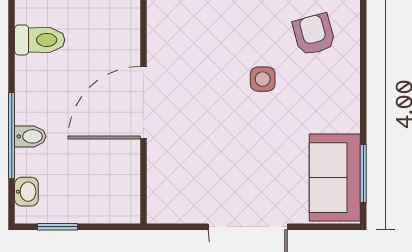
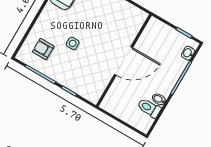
armchair: (314, 34) -> (43, 49), turned 105
bidet: (30, 136) -> (159, 99), moved

